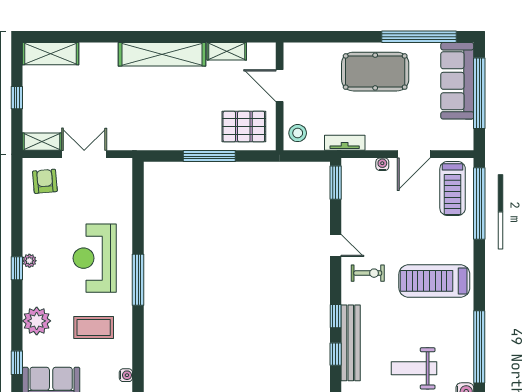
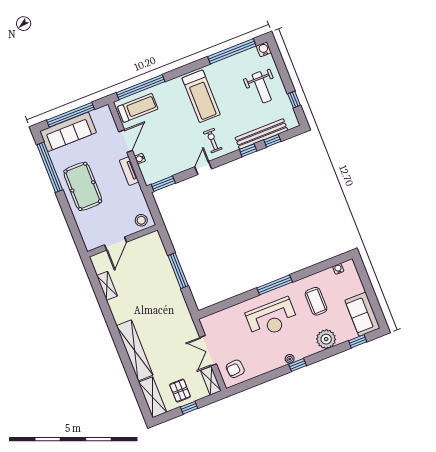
shelving: (162, 54) -> (135, 350), moved
pallet: (244, 127) -> (180, 391), moved, width x0.67, depth x0.71
tv unit: (345, 143) -> (129, 171), moved
door: (414, 154) -> (126, 141), hinge flipped

